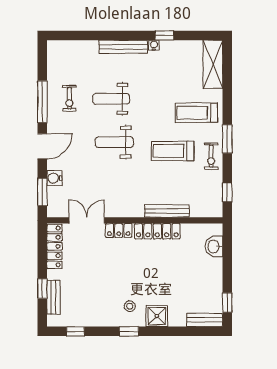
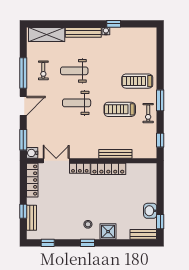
shelving: (213, 64) -> (47, 35), moved, turned 90
water cooler: (54, 178) -> (32, 153), moved
washbasin: (214, 246) -> (150, 211), moved

